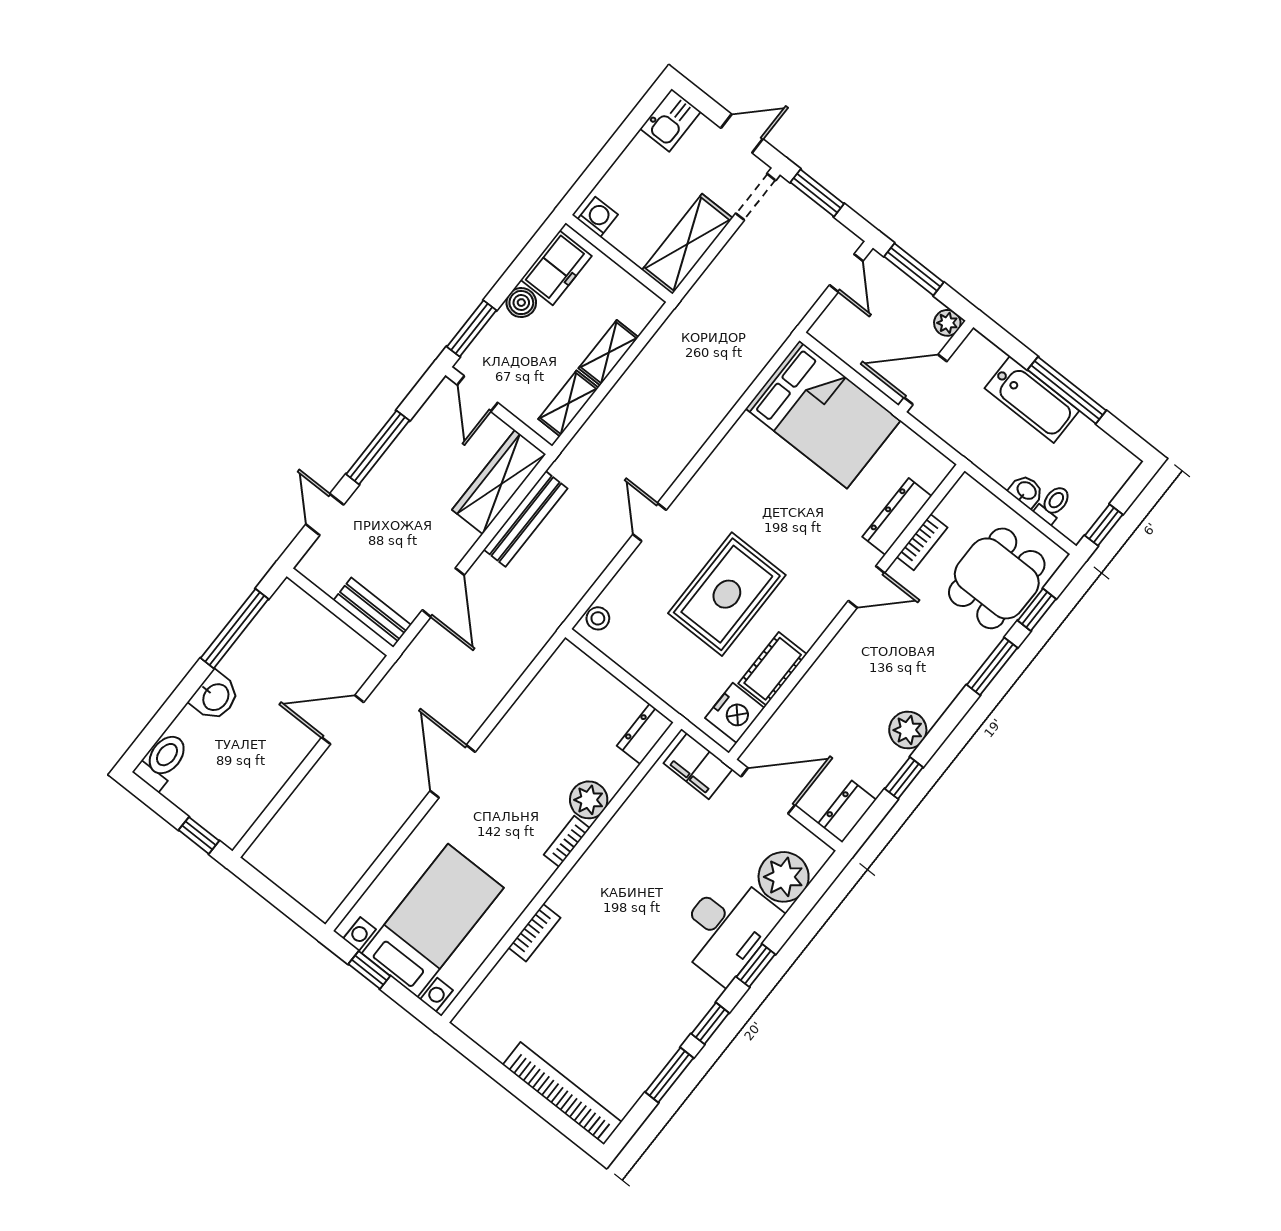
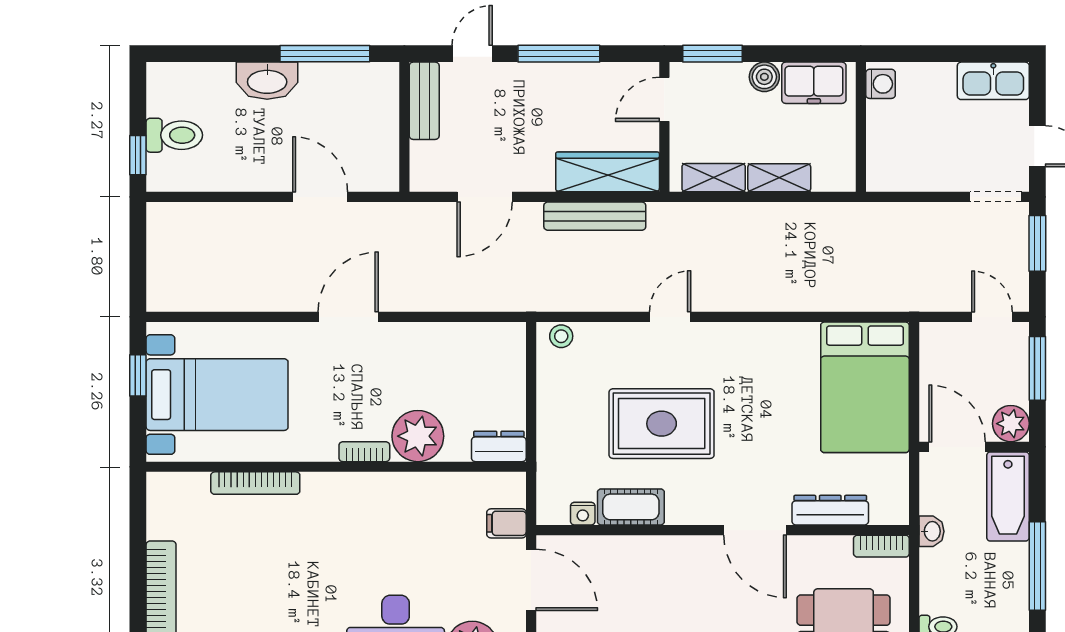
kitchen sink: (670, 120) -> (993, 81), width x1.38
shelving: (687, 244) -> (915, 172), removed
door: (846, 273) -> (992, 317), swing flipped
plant: (947, 323) -> (1011, 424), width x1.38, depth x1.38
bathtub: (1032, 399) -> (1008, 497), moved
washbasin: (1026, 491) -> (932, 531), moved
bookcase: (922, 542) -> (881, 546), moved
door: (866, 587) -> (755, 530), width x1.38
bench: (372, 613) -> (424, 101), moved
washbasin: (215, 696) -> (267, 81), width x1.38
nightstand: (735, 713) -> (583, 514), width x0.53, depth x0.56
toilet: (162, 761) -> (174, 135), moved
filing cabinet: (698, 766) -> (506, 523), width x0.50
plant: (589, 800) -> (418, 436), width x1.36, depth x1.36
bookcase: (534, 933) -> (255, 483), width x1.56

